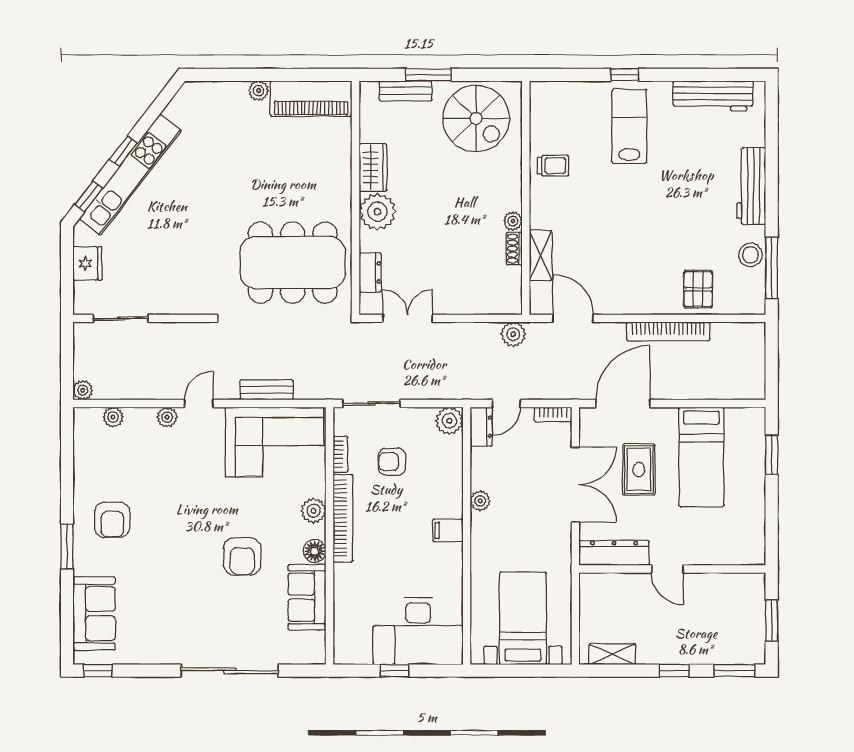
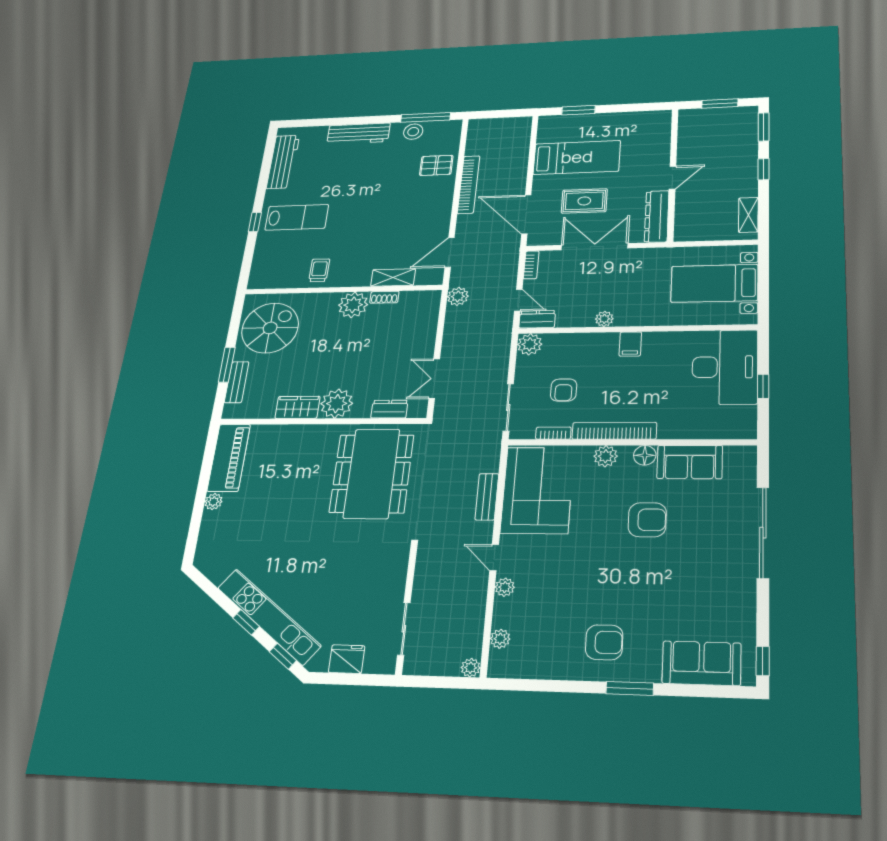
lab bench: (629, 126) -> (297, 217), turned 180
plant: (513, 221) -> (353, 305), width x1.88, depth x1.88

